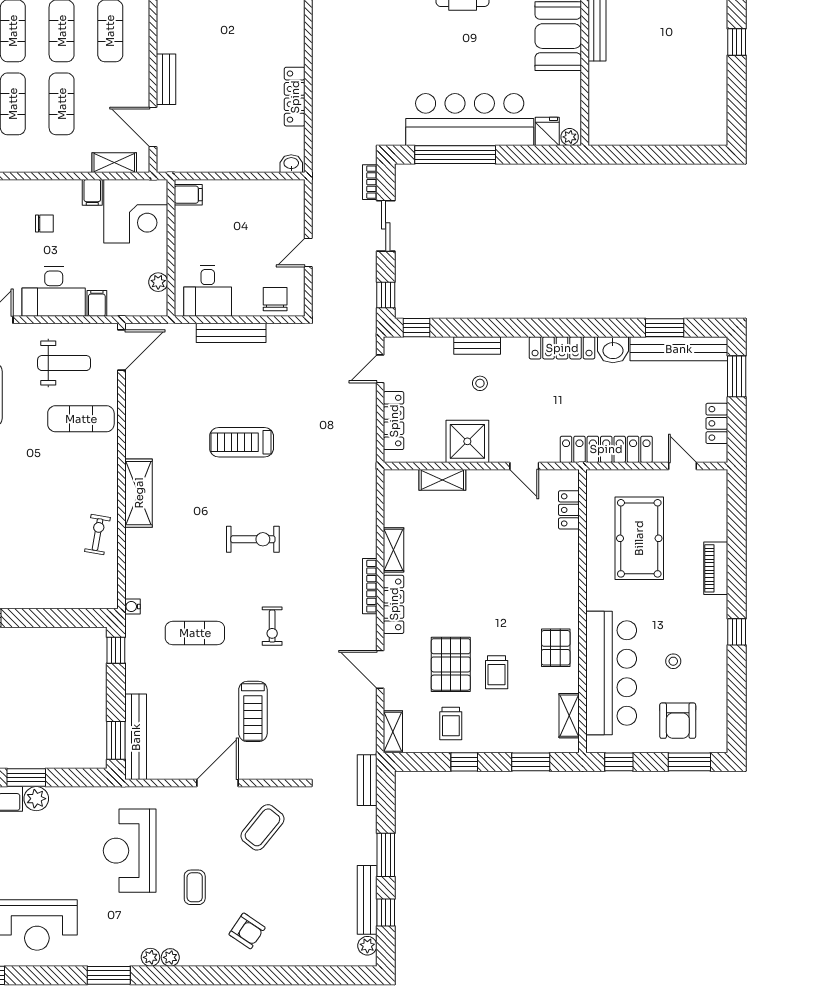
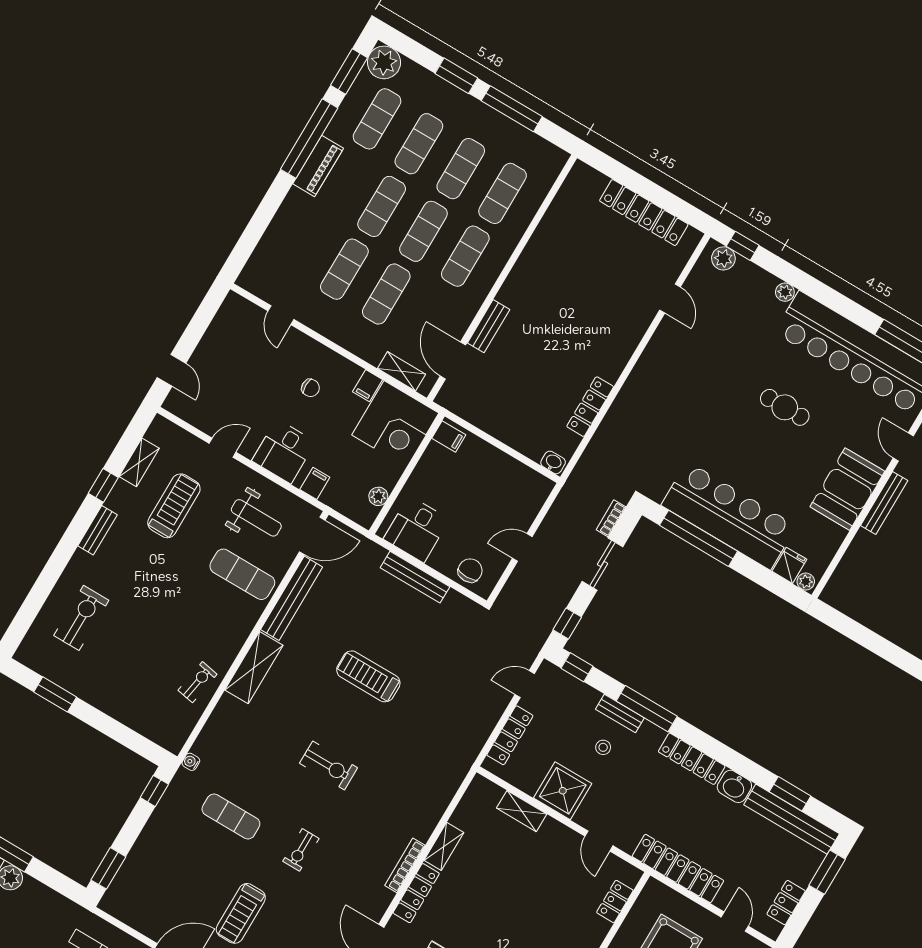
desk: (54, 292) -> (284, 451), width x0.73
window: (498, 328) -> (647, 709), added
bench: (136, 737) -> (292, 598), moved

